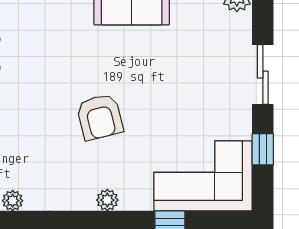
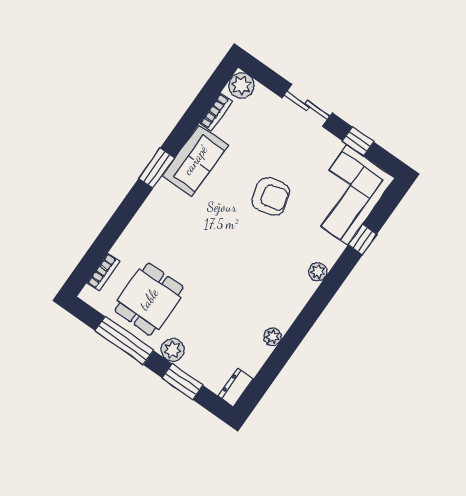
armchair: (100, 117) -> (271, 196), moved

